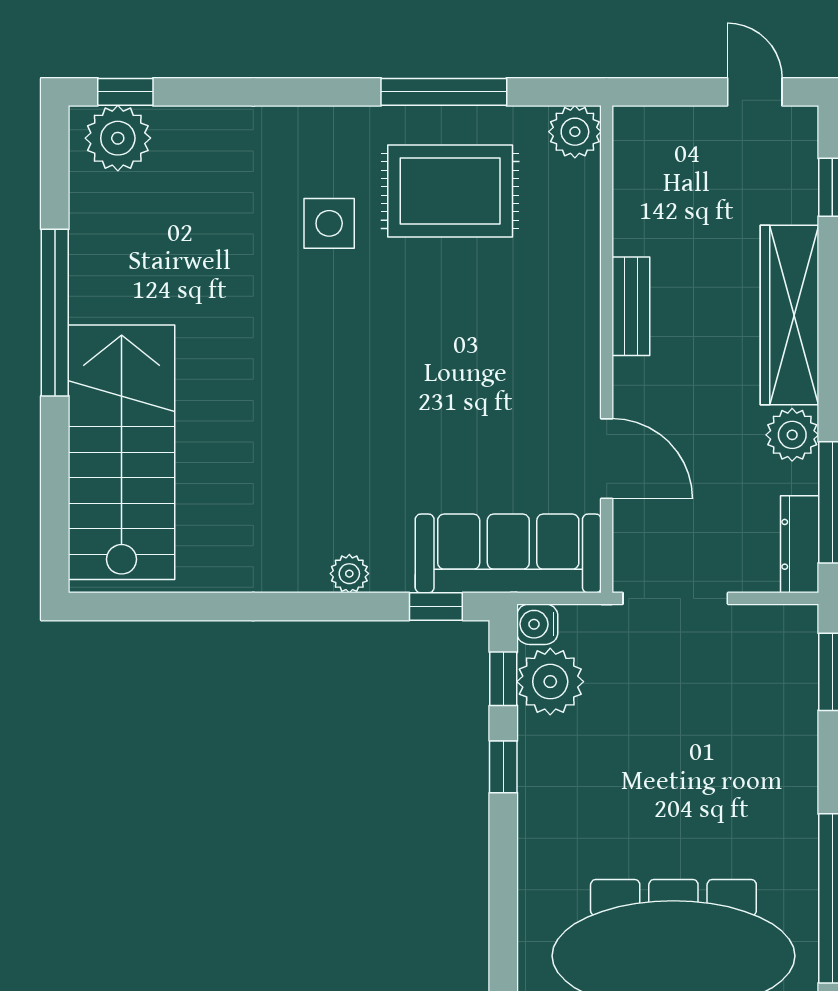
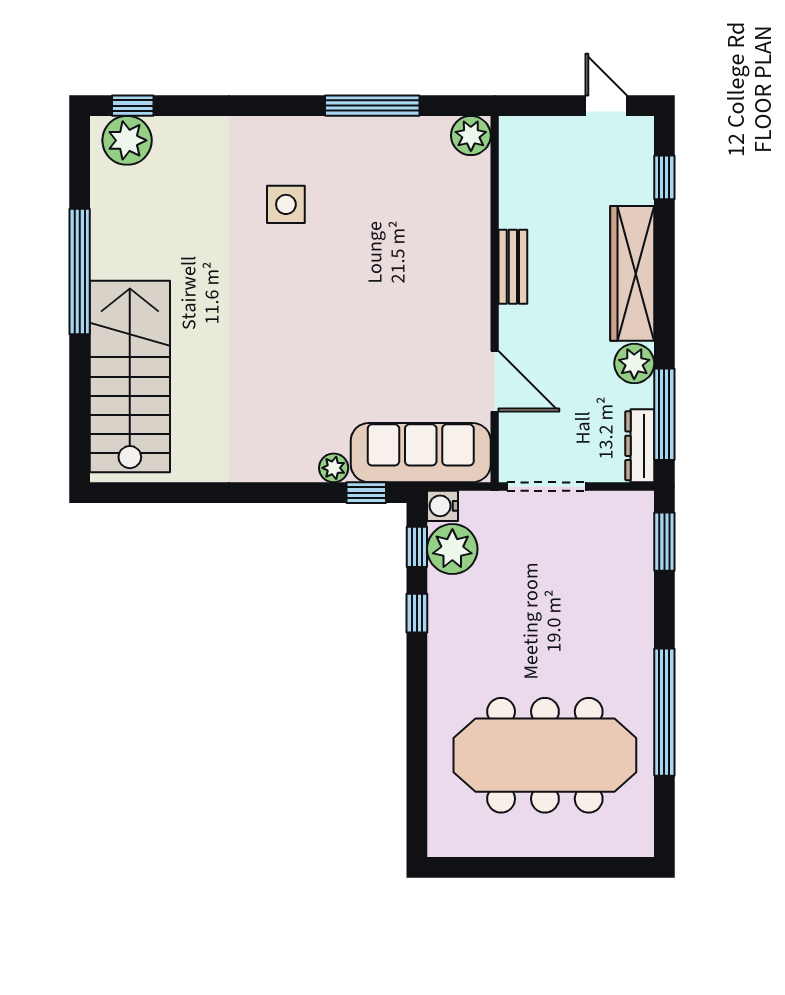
rug: (450, 191) -> (377, 180), removed
plant: (349, 574) -> (334, 468), moved

